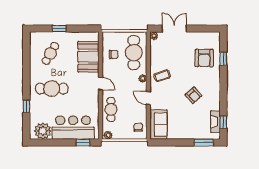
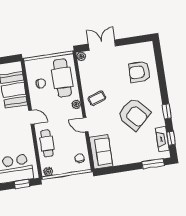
armchair: (204, 58) -> (139, 72), turned 89
window: (223, 59) -> (167, 111), moved
armchair: (193, 95) -> (134, 114), width x1.88, depth x1.88

